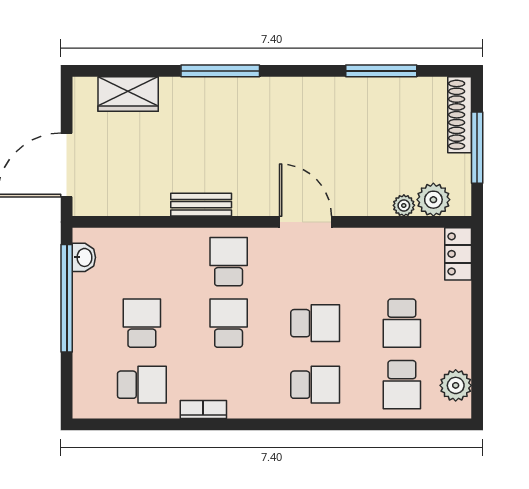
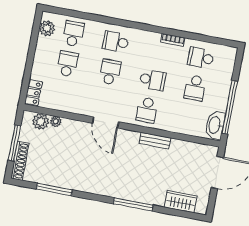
washbasin: (84, 257) -> (215, 125), width x1.91, depth x1.45
school desk: (229, 323) -> (153, 80), turned -90
school desk: (315, 323) -> (110, 72), turned 90

